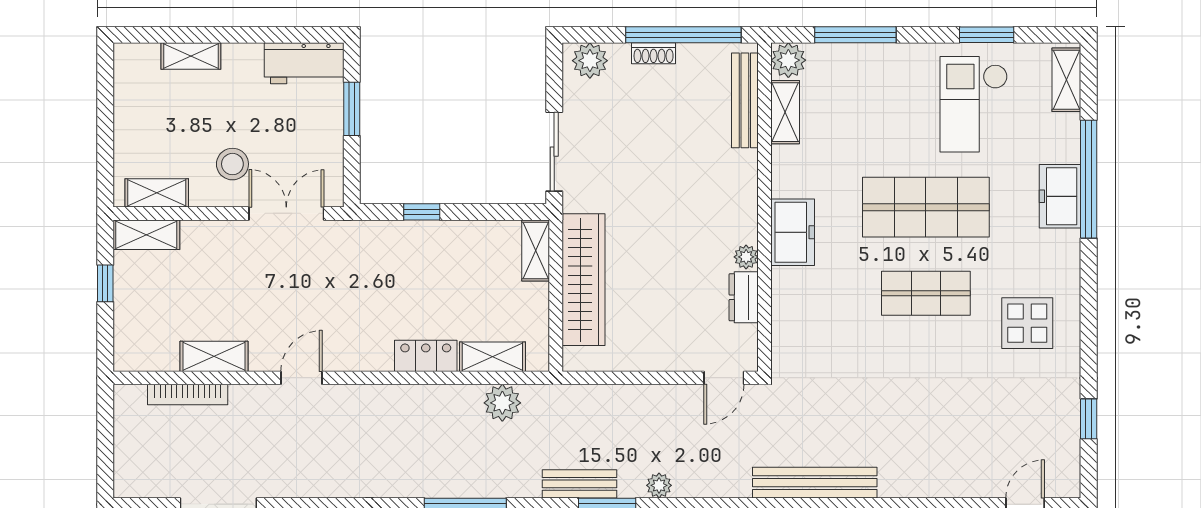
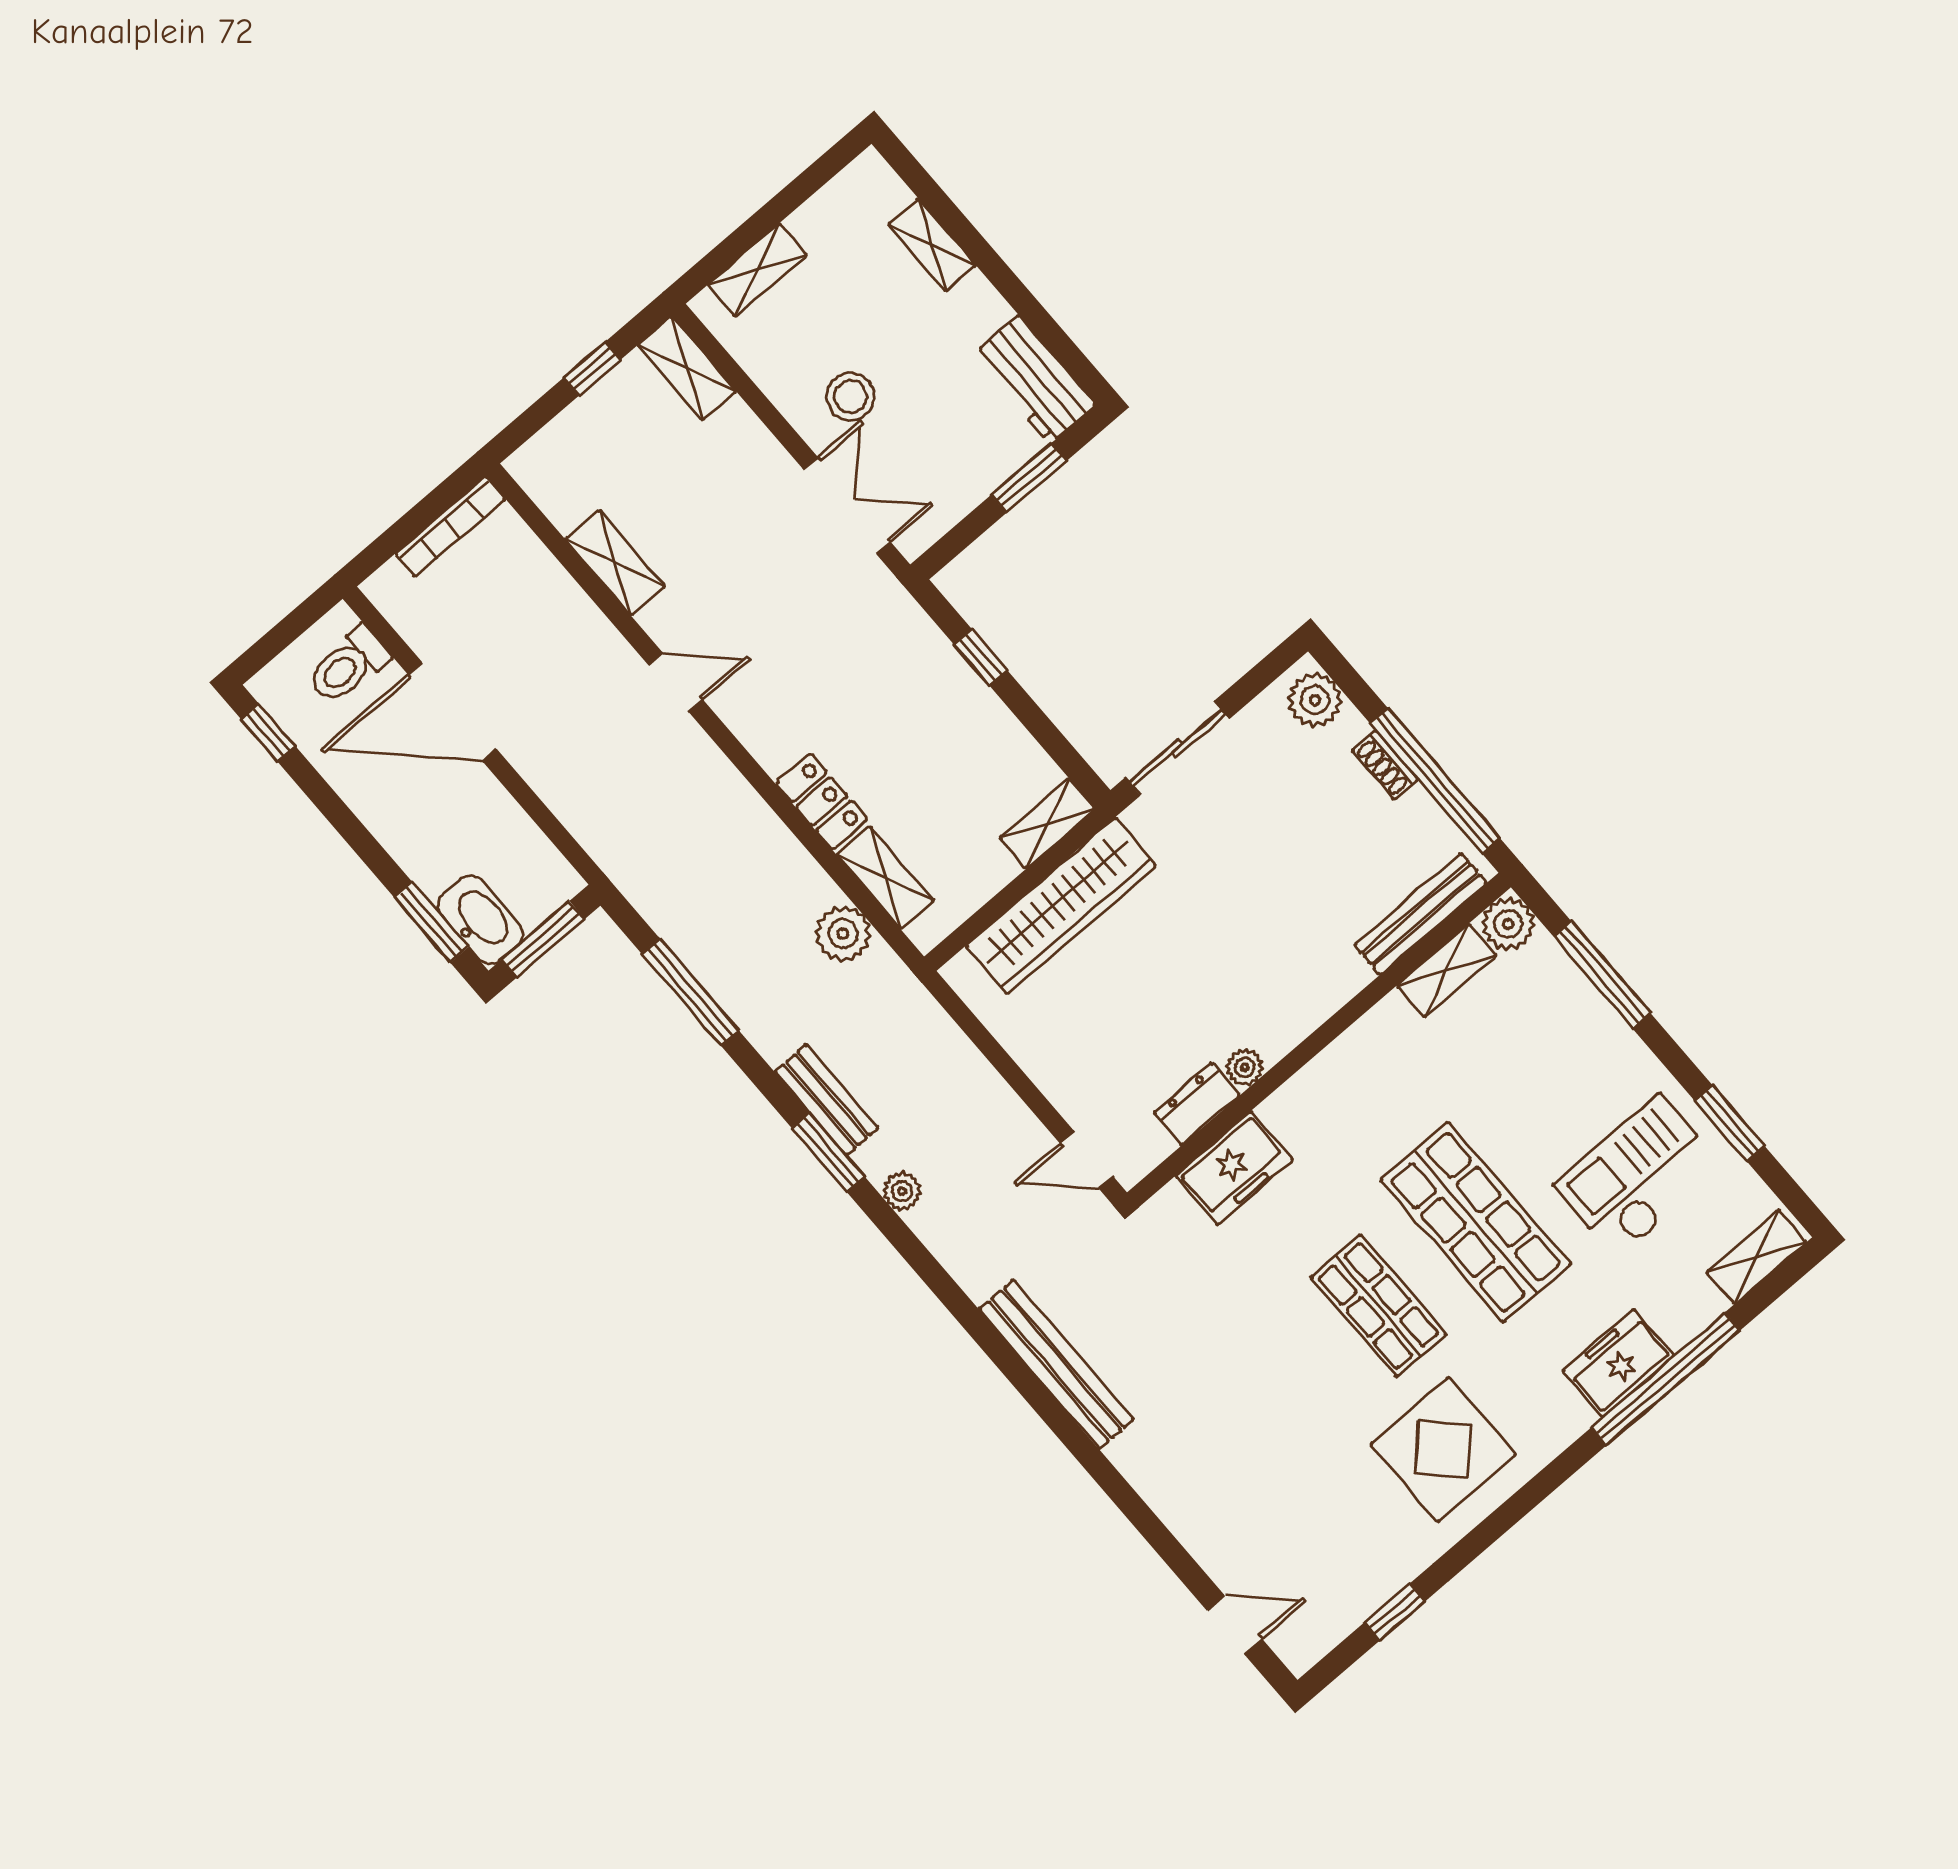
shelving: (157, 193) -> (757, 270), moved, turned 90
freezer: (793, 232) -> (1234, 1168), moved
display table: (1027, 323) -> (1443, 1449), width x1.36, depth x1.36
bookcase: (188, 394) -> (450, 526), moved, turned -90

